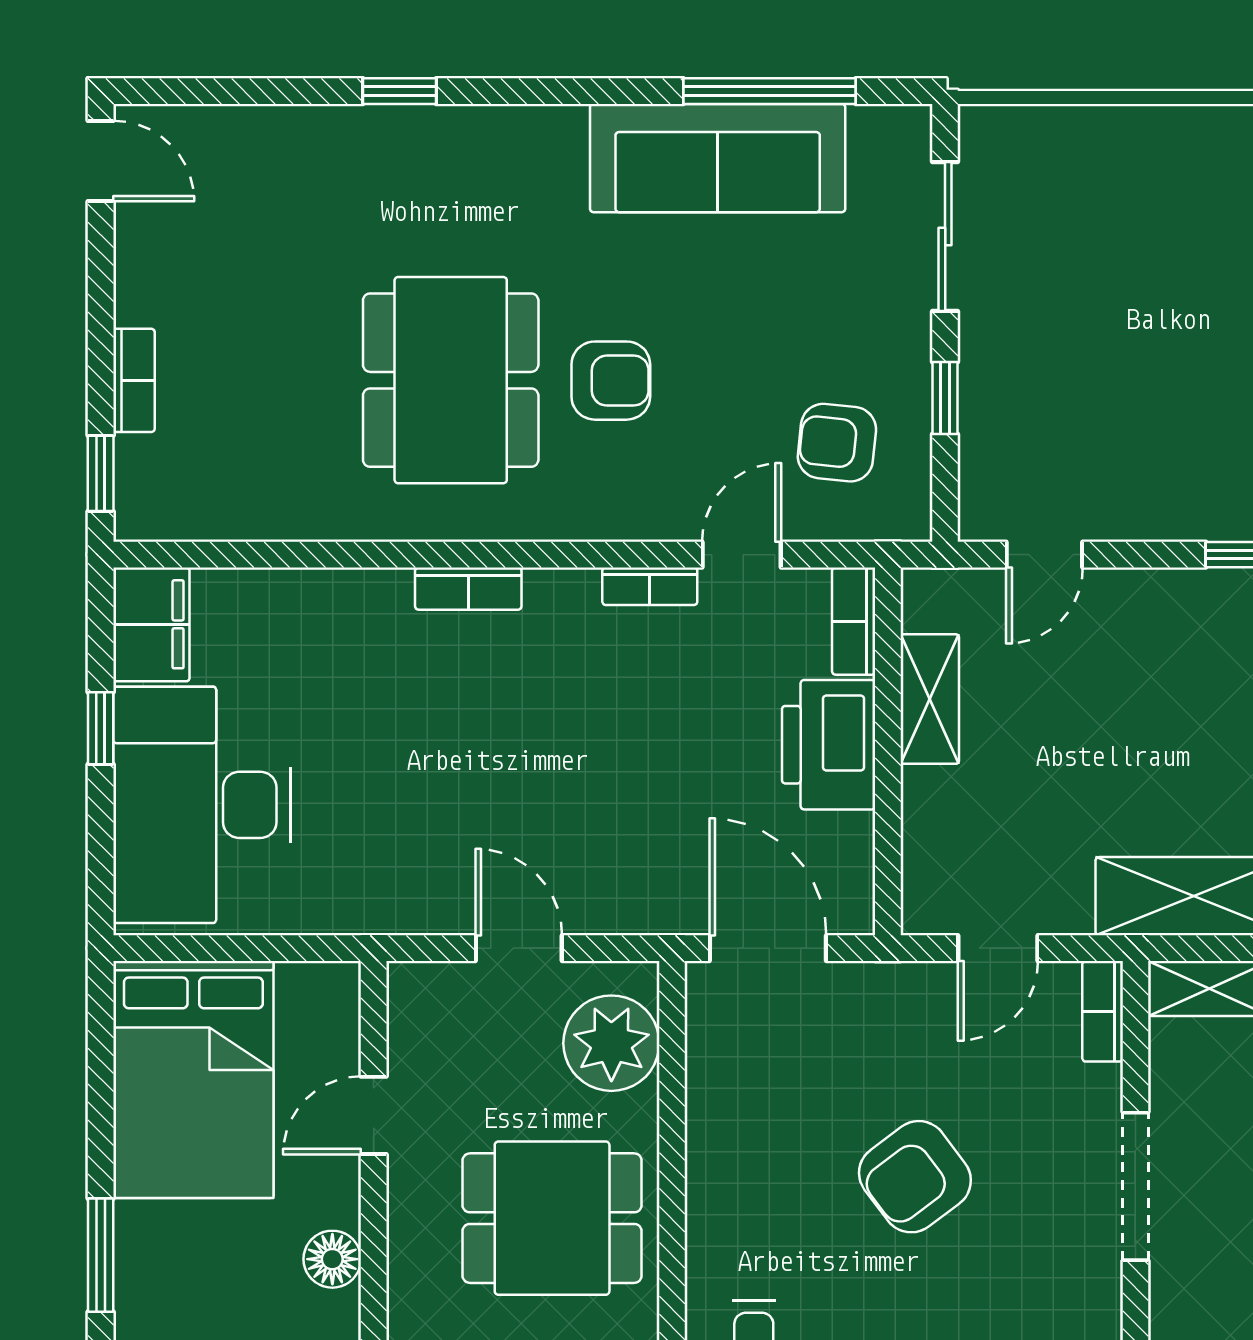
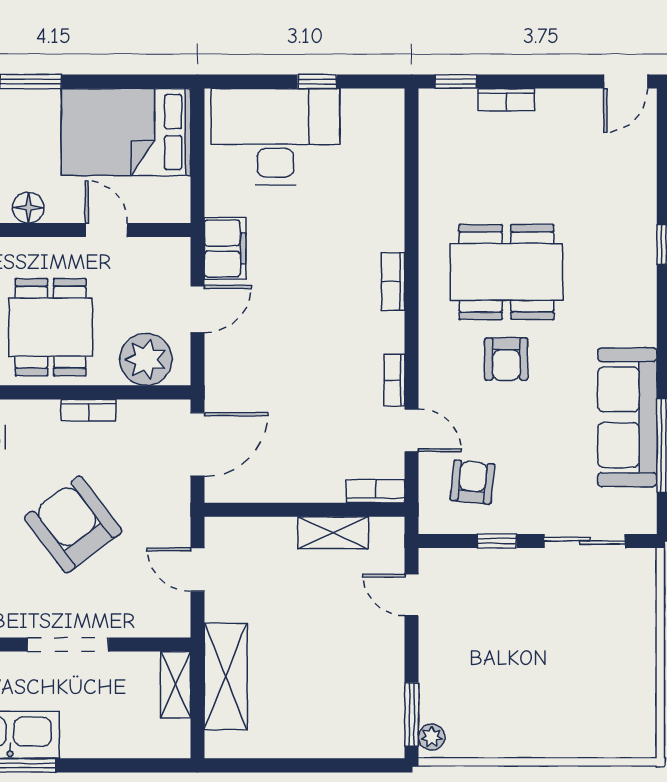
filing cabinet: (151, 624) -> (225, 248), moved, turned -90
printer: (829, 745) -> (308, 478), removed
bookcase: (1103, 1011) -> (89, 410), moved, turned 180
armchair: (915, 1177) -> (73, 525), width x1.36, depth x1.36

